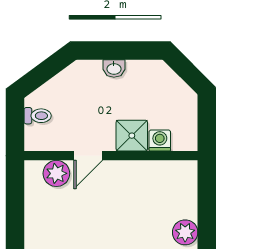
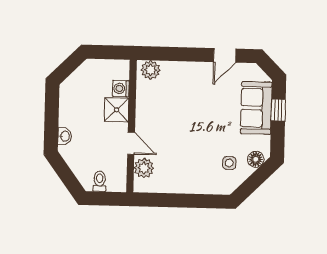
washbasin: (114, 69) -> (65, 136), moved
plant: (185, 232) -> (151, 70), moved

